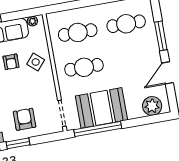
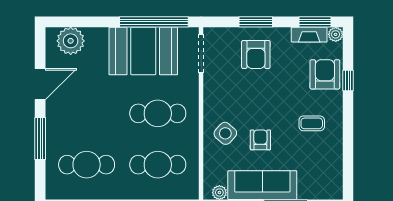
window: (18, 143) -> (256, 22), moved

